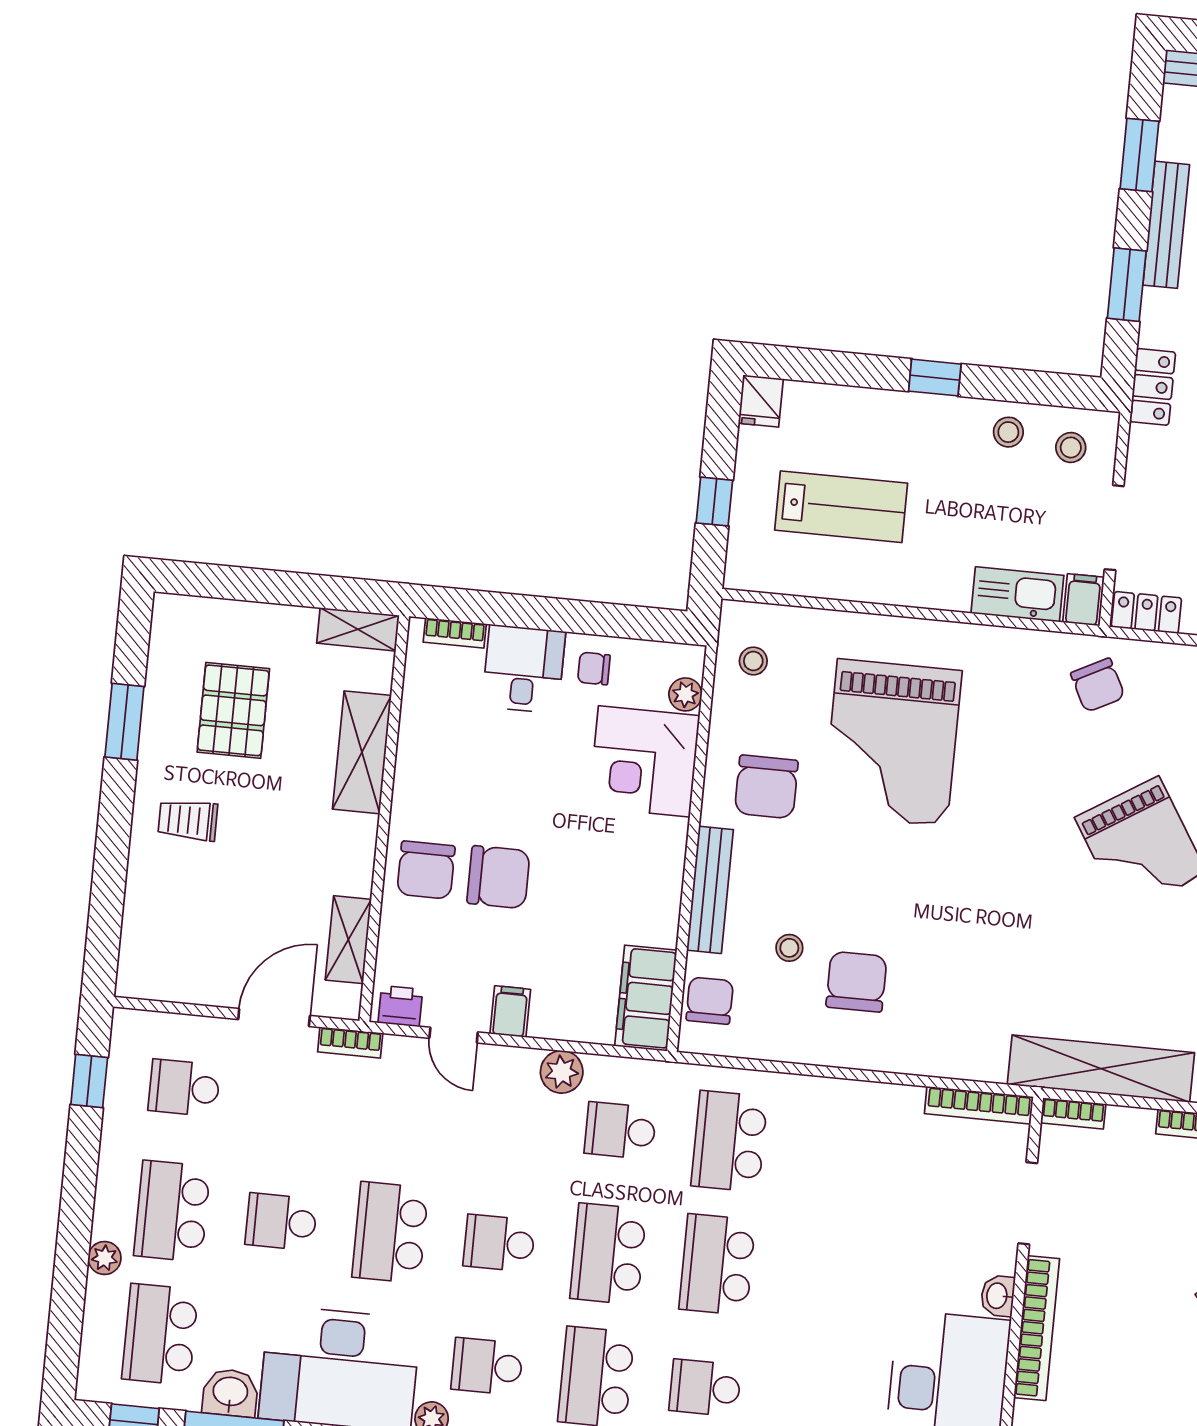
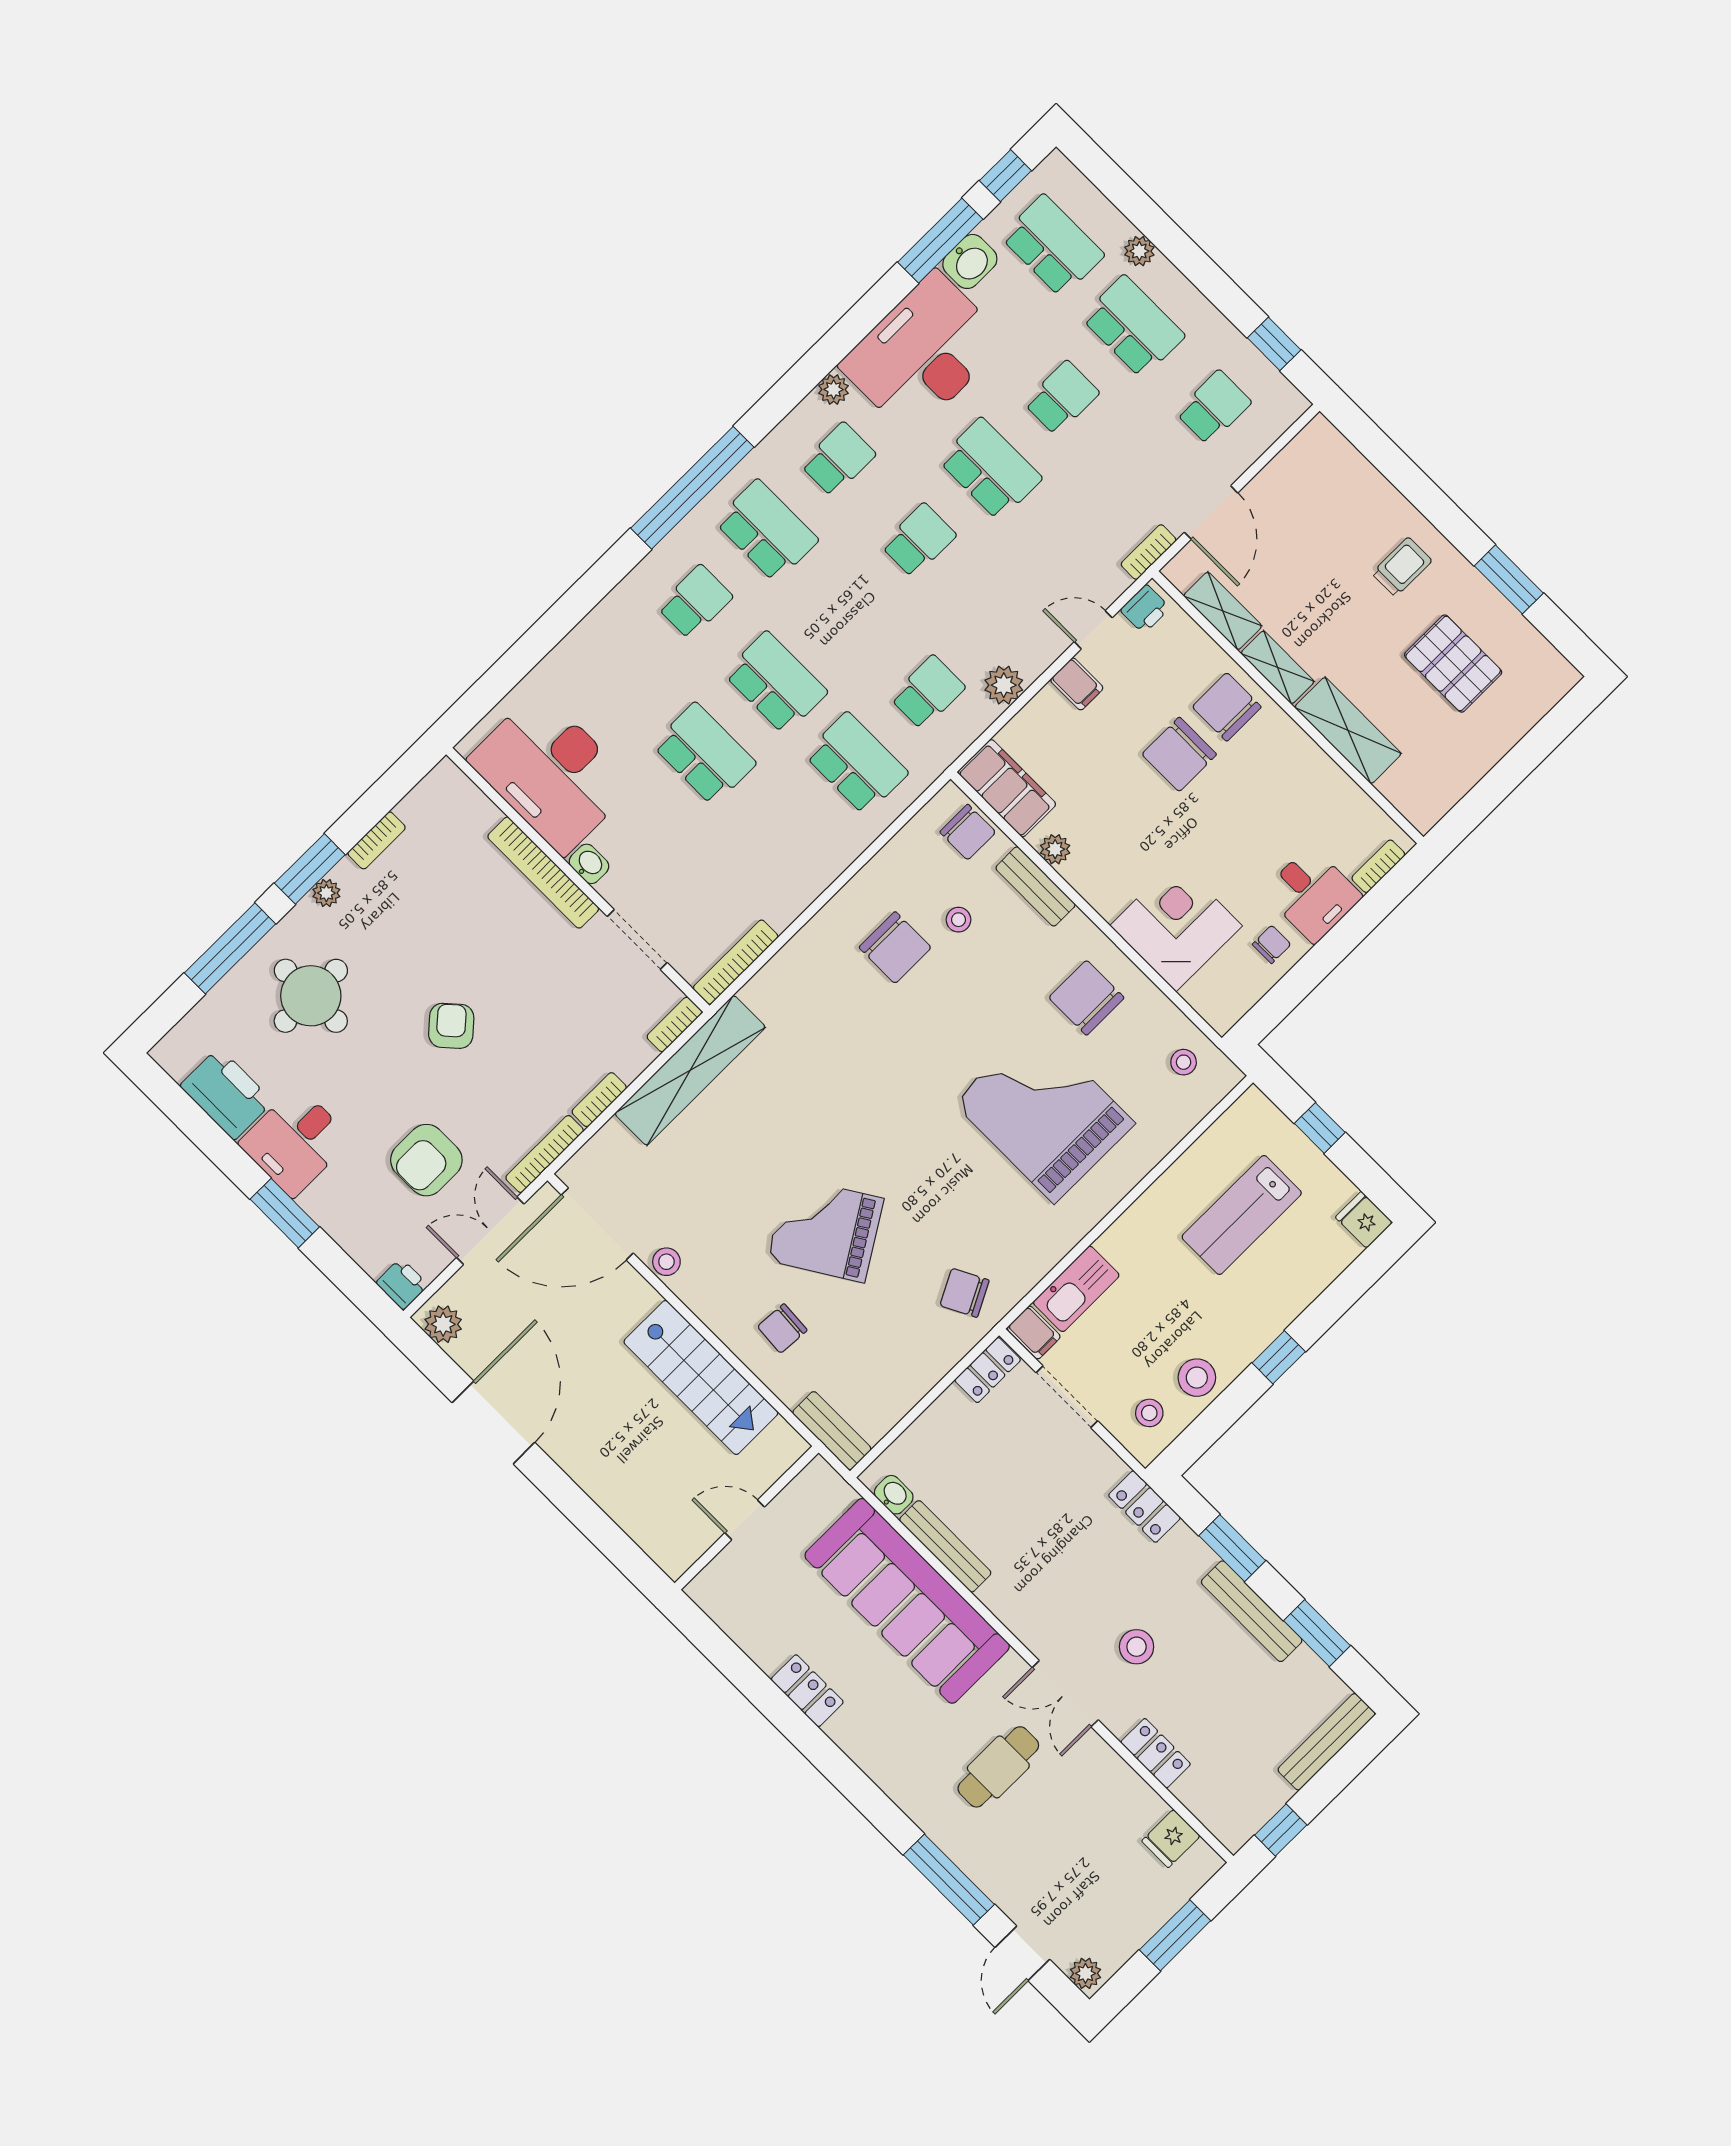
stool: (1008, 432) -> (1197, 1378), width x1.37, depth x1.37
shelving: (358, 629) -> (1277, 667), moved, turned 90
plant: (685, 694) -> (1055, 849), moved
bench: (710, 890) -> (1035, 886), width x0.73
school desk: (608, 1254) -> (704, 754), moved

